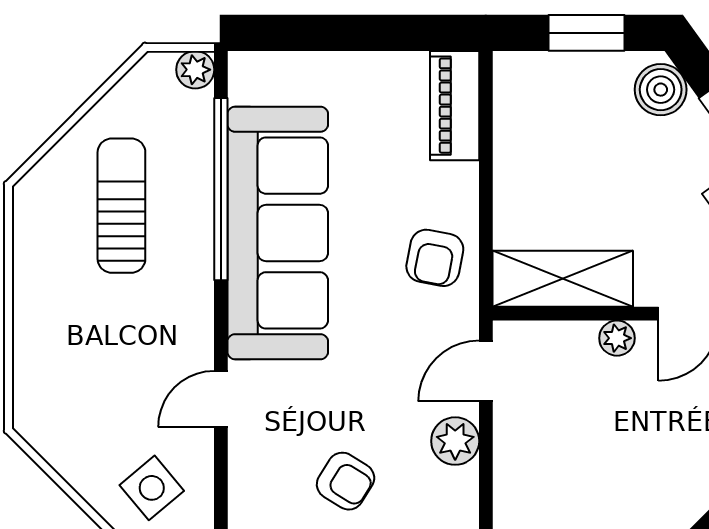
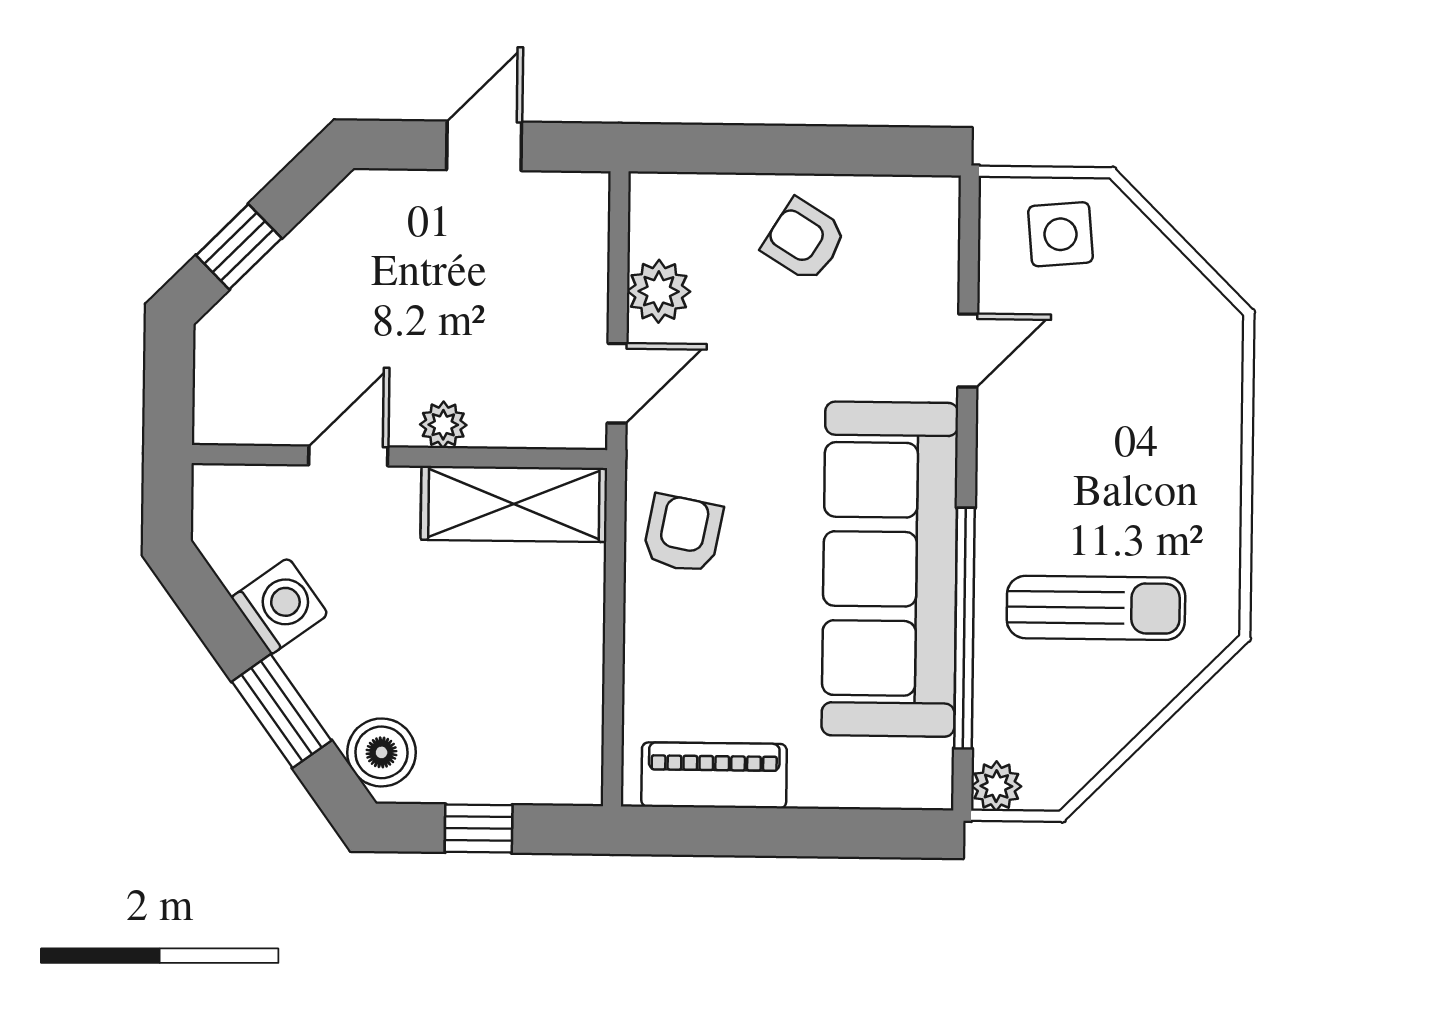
window: (587, 33) -> (479, 829), width x0.67
piano: (455, 106) -> (714, 775), moved, turned -90
sun lounger: (121, 206) -> (1096, 608), turned -90
side table: (152, 488) -> (1060, 234), turned 35

